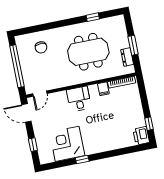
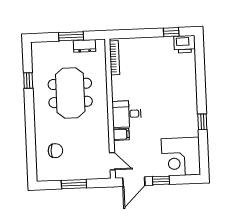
window: (17, 66) -> (74, 184), width x0.47
filing cabinet: (103, 89) -> (121, 134), moved
corner desk: (67, 144) -> (181, 157), moved
window: (33, 145) -> (161, 180), moved

